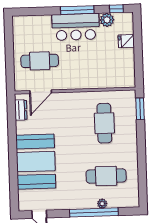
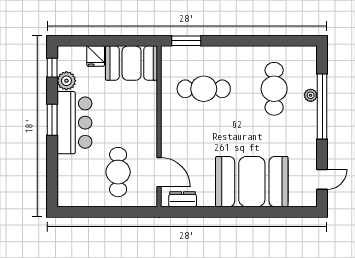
window: (77, 10) -> (52, 120), width x0.69
booth: (122, 68) -> (132, 63), added

